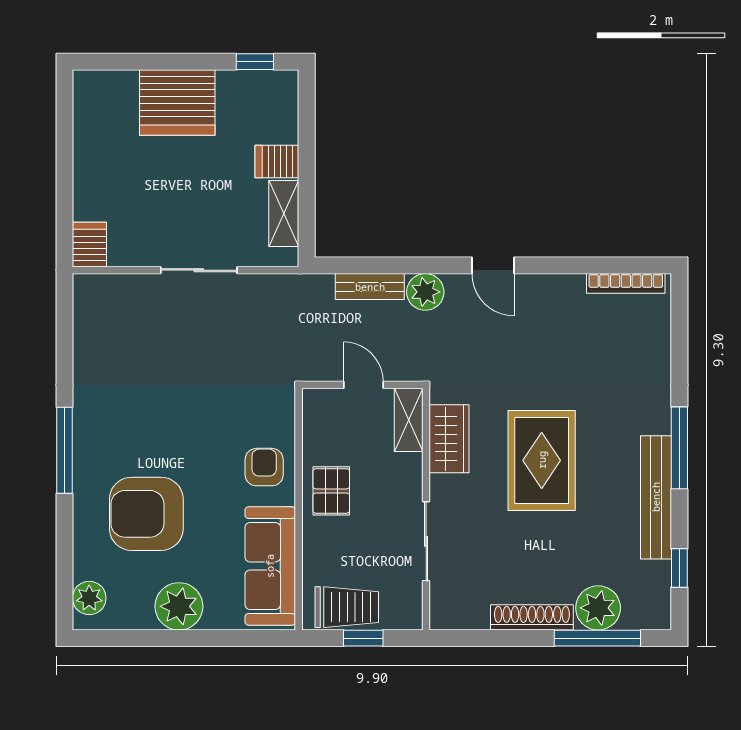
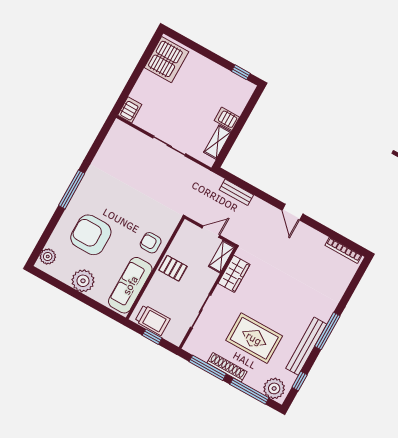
server rack: (177, 102) -> (167, 60), moved, turned -90
plant: (425, 292) -> (258, 207), removed
door: (363, 385) -> (211, 232), hinge flipped
rug: (542, 460) -> (254, 338), moved, turned 90
armchair: (264, 467) -> (151, 243), turned -90
pallet: (331, 491) -> (173, 268), turned 90
plant: (598, 608) -> (274, 388), moved
window: (497, 638) -> (208, 368), added

